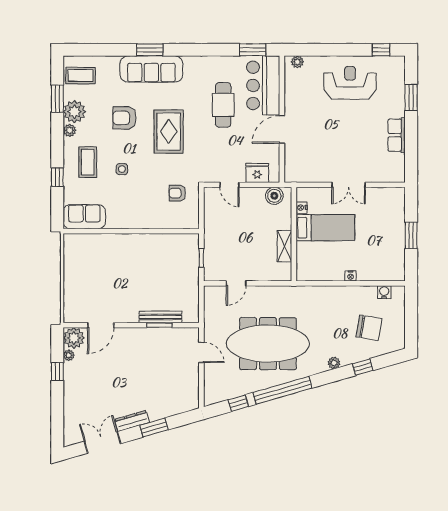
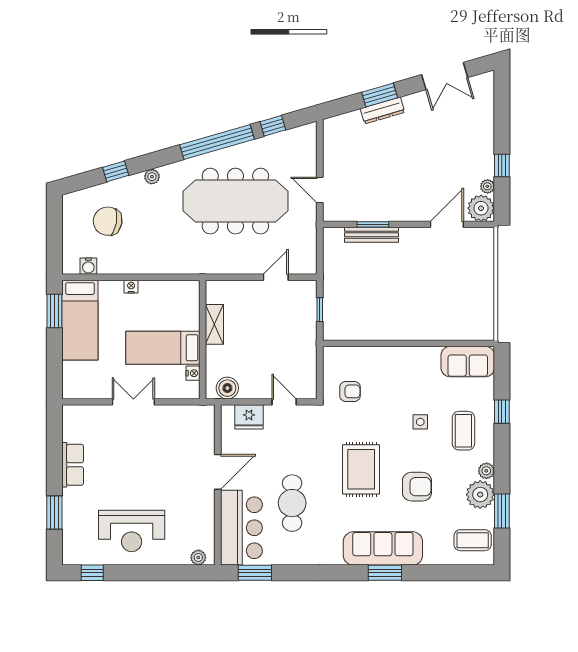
window: (411, 235) -> (54, 311), moved
bed: (391, 250) -> (80, 320), added
dresser: (132, 421) -> (382, 110), moved

